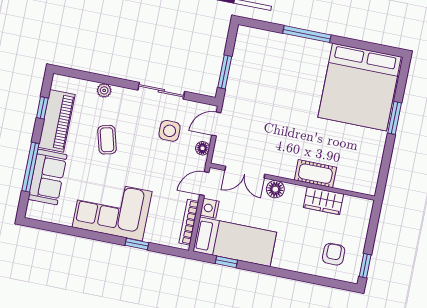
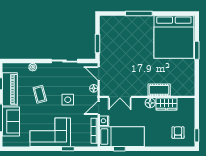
door: (216, 124) -> (99, 73), hinge flipped
side table: (170, 131) -> (68, 100), moved
floor lamp: (275, 189) -> (150, 103), moved

